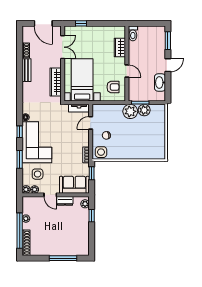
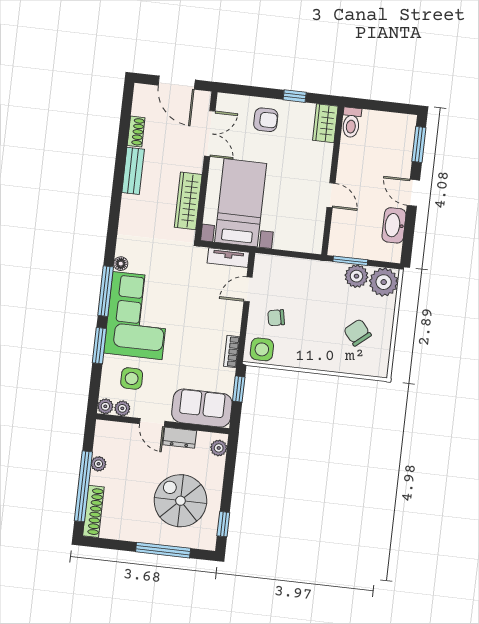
window: (81, 23) -> (295, 96), moved
wardrobe: (120, 48) -> (325, 123), moved
door: (168, 65) -> (413, 193), swing flipped
armchair: (113, 87) -> (266, 120), moved
plant: (130, 111) -> (384, 282), moved
window: (20, 132) -> (106, 291), width x2.17
chair: (148, 138) -> (357, 332), added
window: (92, 216) -> (223, 524), moved
spiral stairs: (69, 232) -> (180, 501), added

